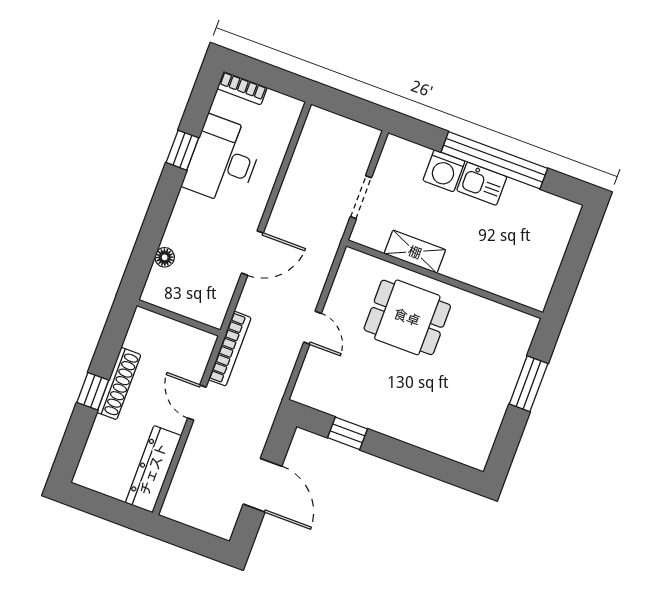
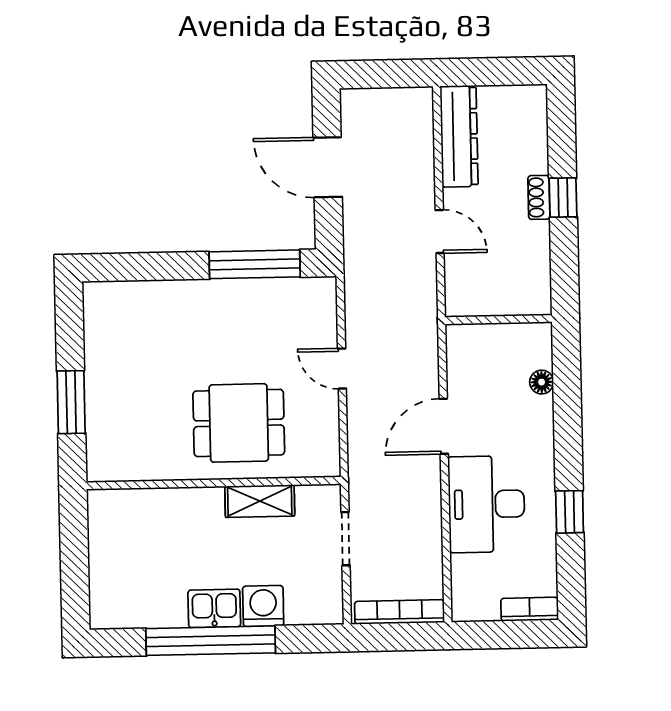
desk: (223, 160) -> (486, 504), moved, turned 180
bookcase: (230, 349) -> (399, 612), moved, turned 90
shoe rack: (119, 383) -> (539, 197), width x0.51, depth x0.81
window: (347, 433) -> (255, 264), width x2.17

